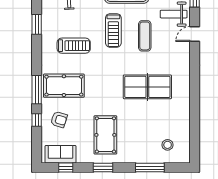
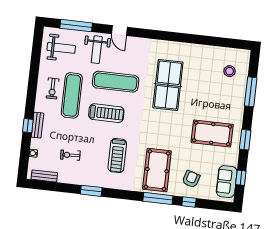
exercise mat: (145, 36) -> (116, 82), width x1.36, depth x1.45
treadmill: (74, 46) -> (117, 155), turned 180

